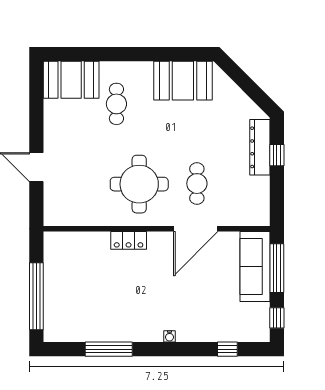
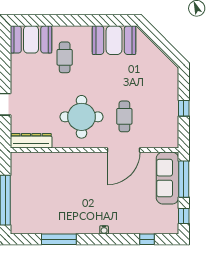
dresser: (260, 147) -> (31, 141), moved, turned 90
window: (277, 155) -> (184, 108), moved
locker: (129, 240) -> (74, 159), removed

